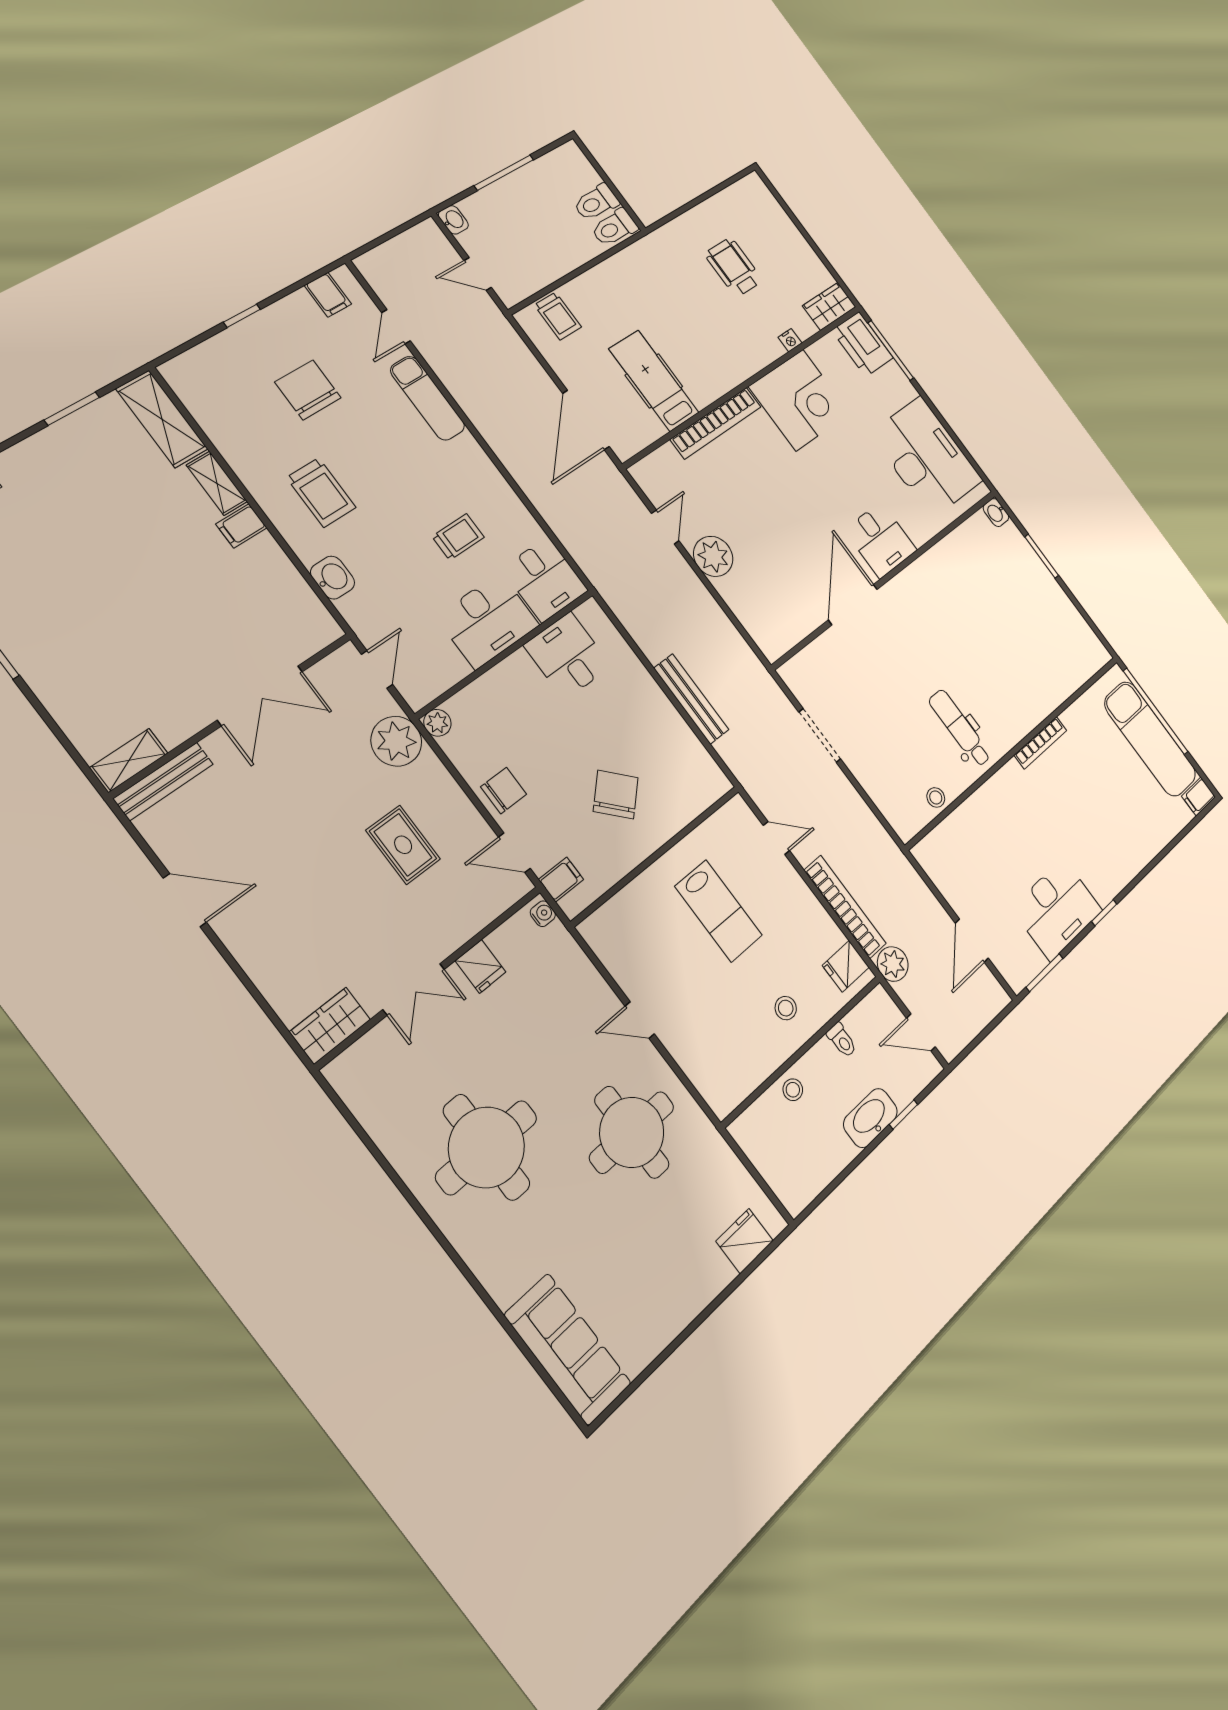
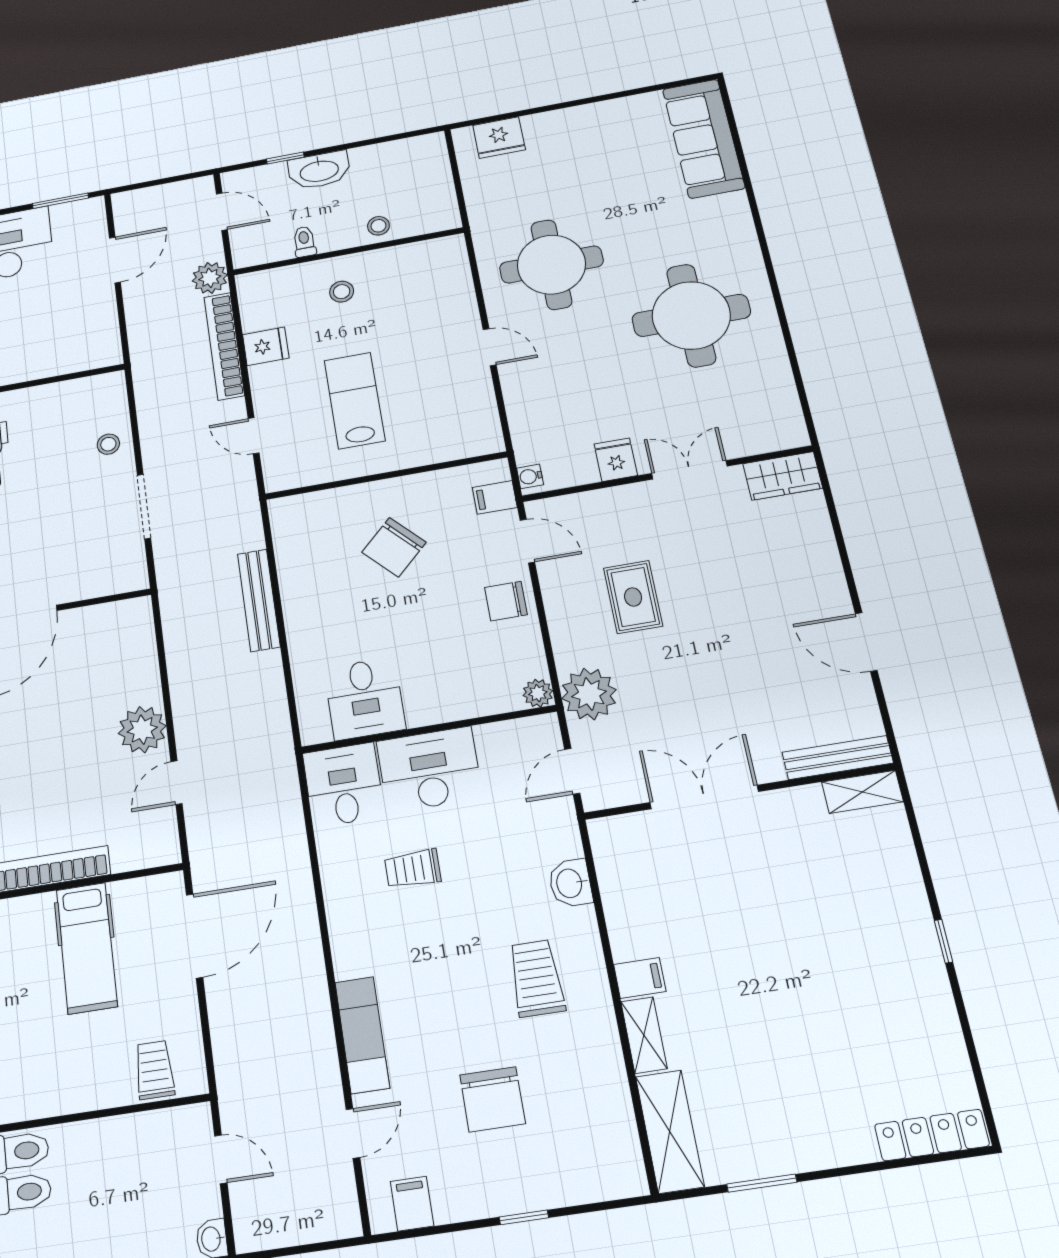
stool: (936, 797) -> (108, 444), moved
fridge: (846, 966) -> (266, 346), moved

